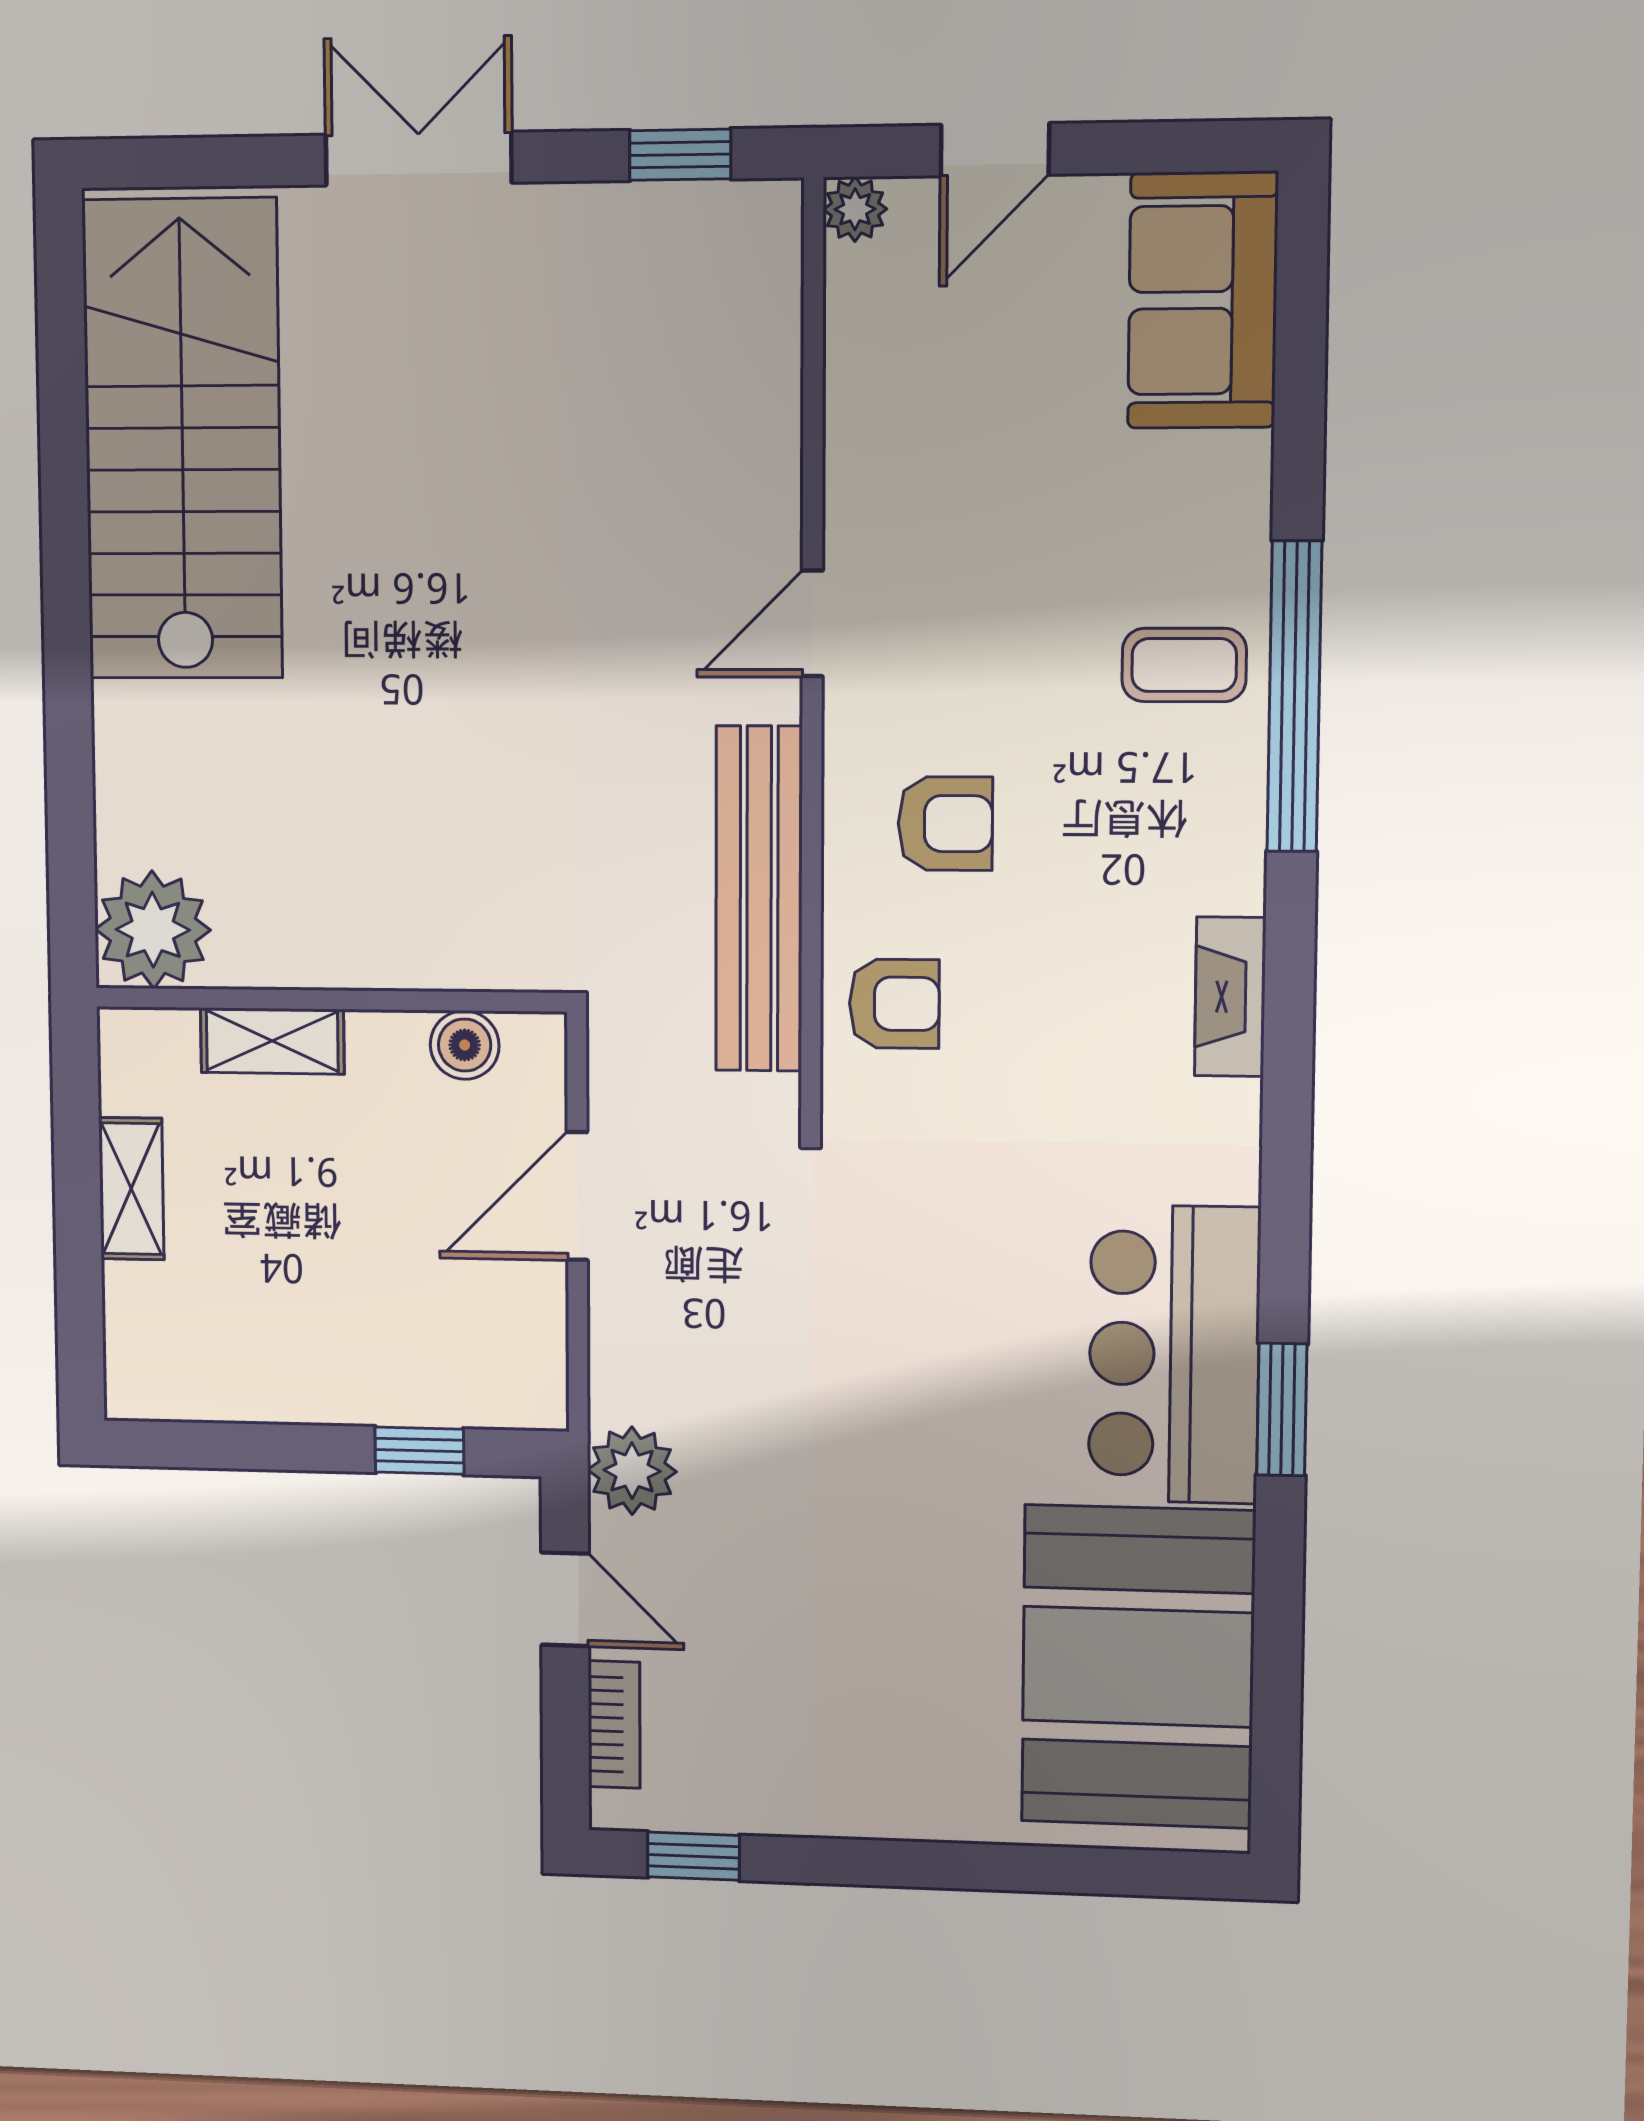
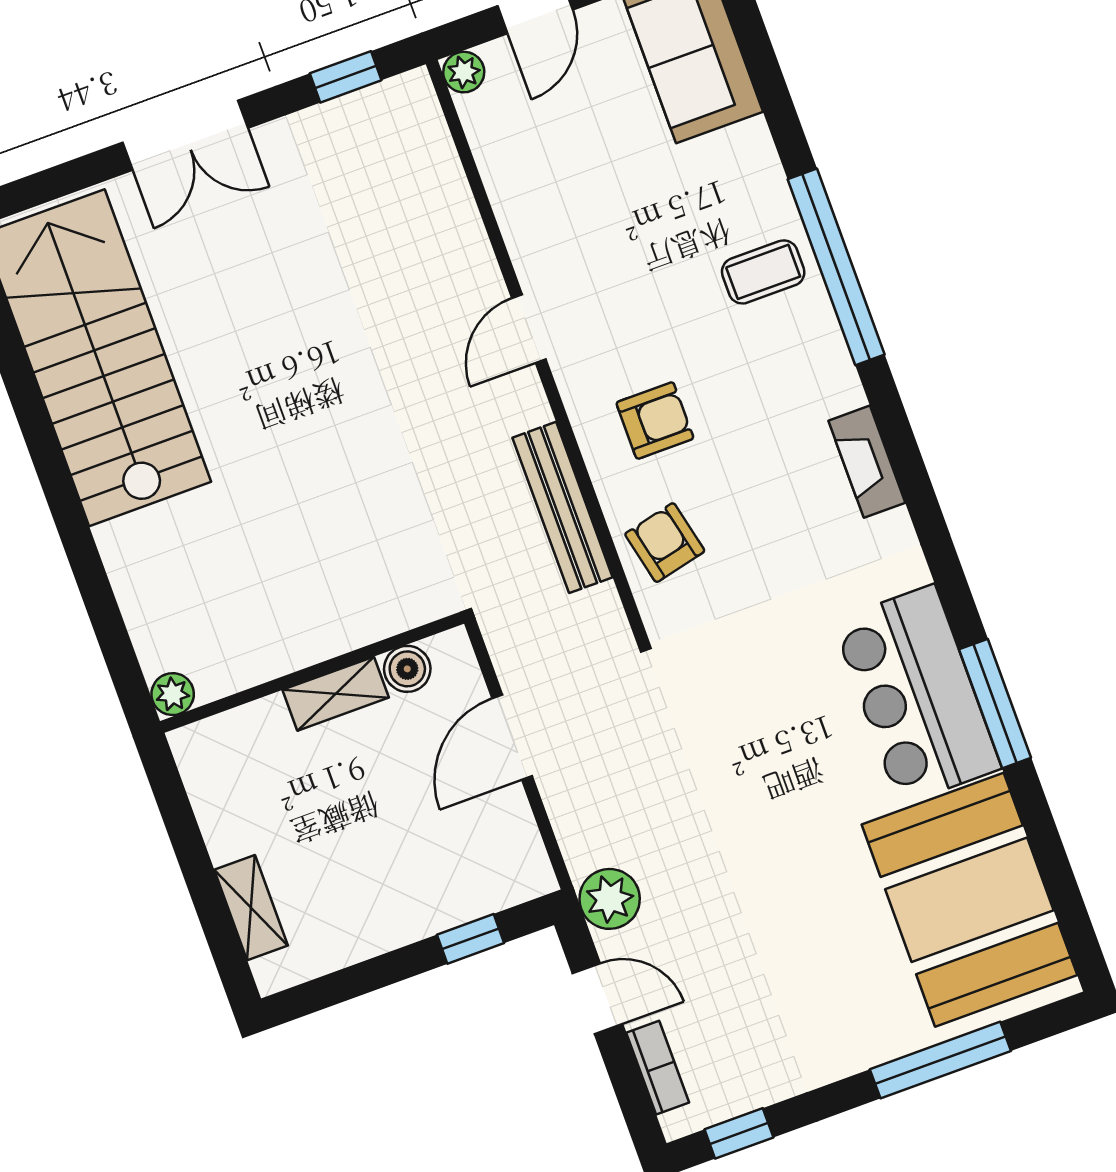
double door: (418, 159) -> (185, 135), swing flipped
bench: (759, 899) -> (563, 507), width x0.73, depth x0.82
plant: (153, 930) -> (173, 694), width x0.53, depth x0.53
armchair: (894, 1004) -> (665, 543), turned -103
shelving: (272, 1041) -> (336, 694), moved
shelving: (131, 1189) -> (251, 908), moved
window: (1282, 1410) -> (995, 704), width x1.44
window: (1012, 1868) -> (940, 1060), added

